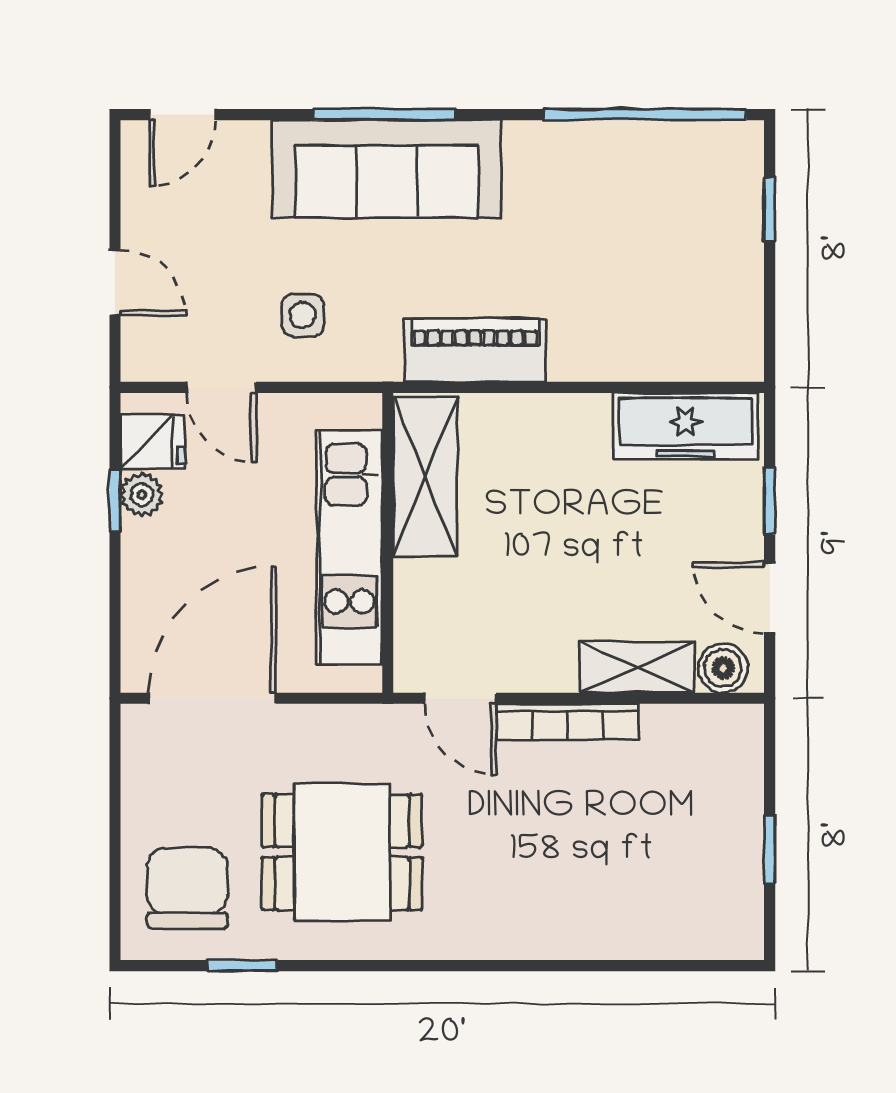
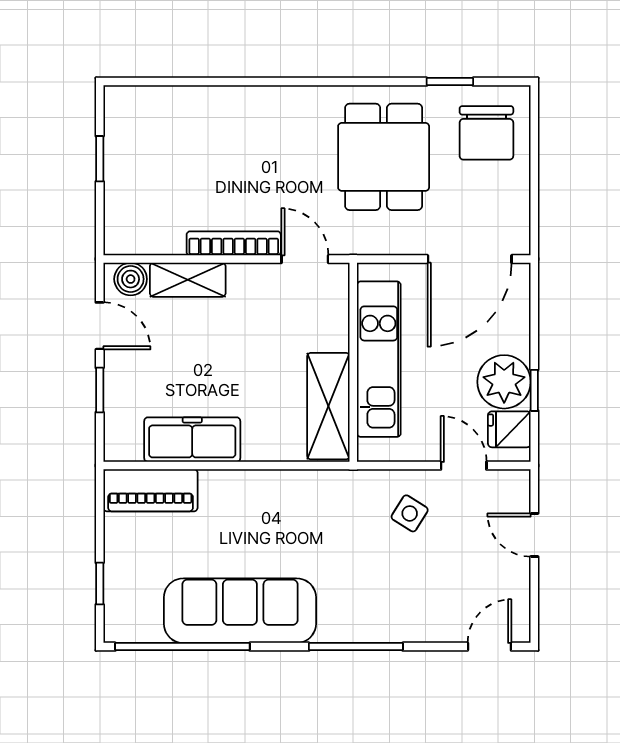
sofa: (387, 169) -> (240, 611), moved
side table: (303, 315) -> (410, 513), turned 32
piano: (475, 350) -> (151, 490), moved
freezer: (686, 426) -> (192, 440), moved
plant: (142, 495) -> (504, 382), width x1.88, depth x1.88
dining table: (342, 852) -> (384, 157), turned 90

